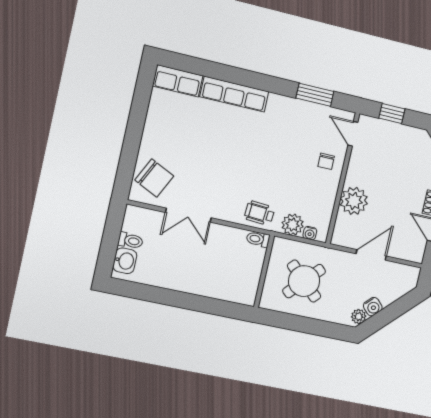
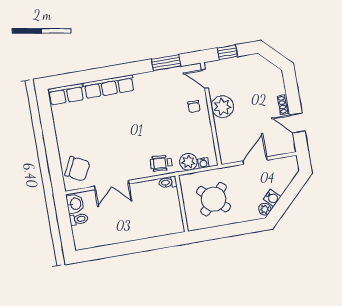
plant: (354, 201) -> (222, 107), moved
washbasin: (125, 261) -> (75, 204), moved

